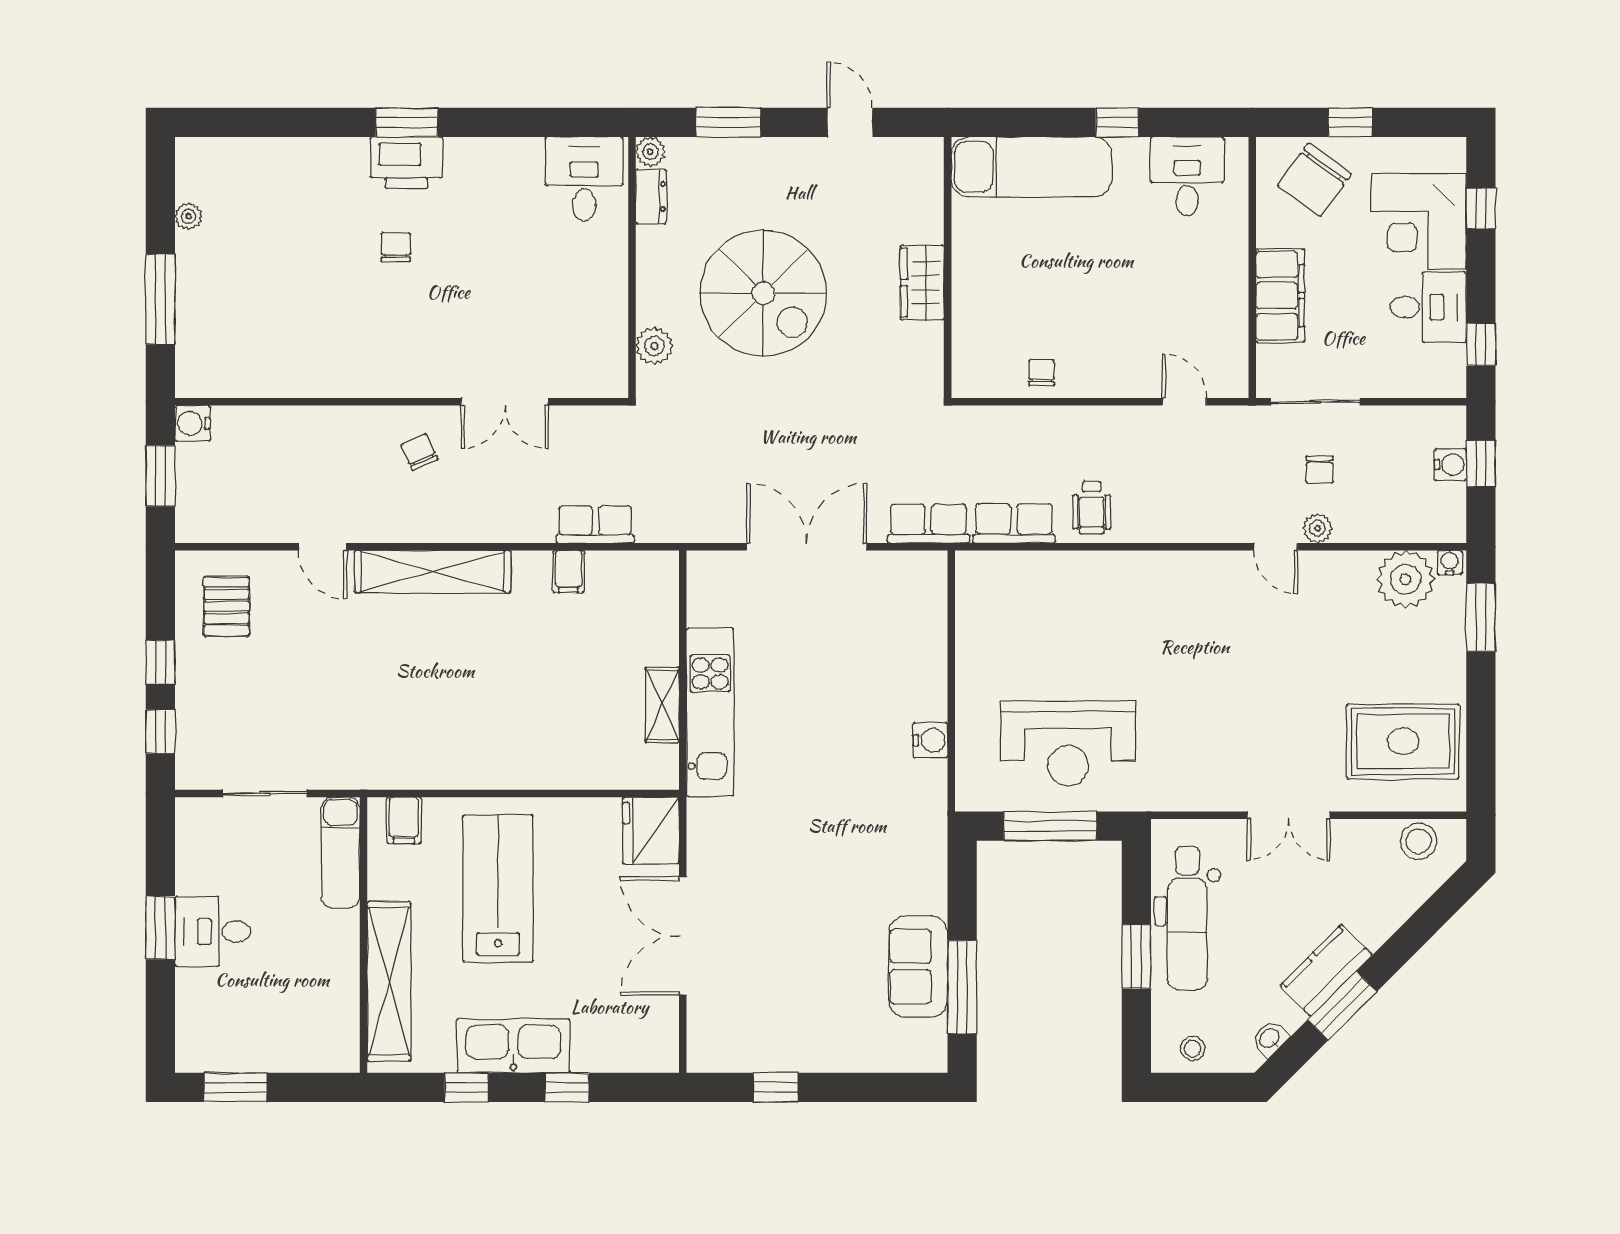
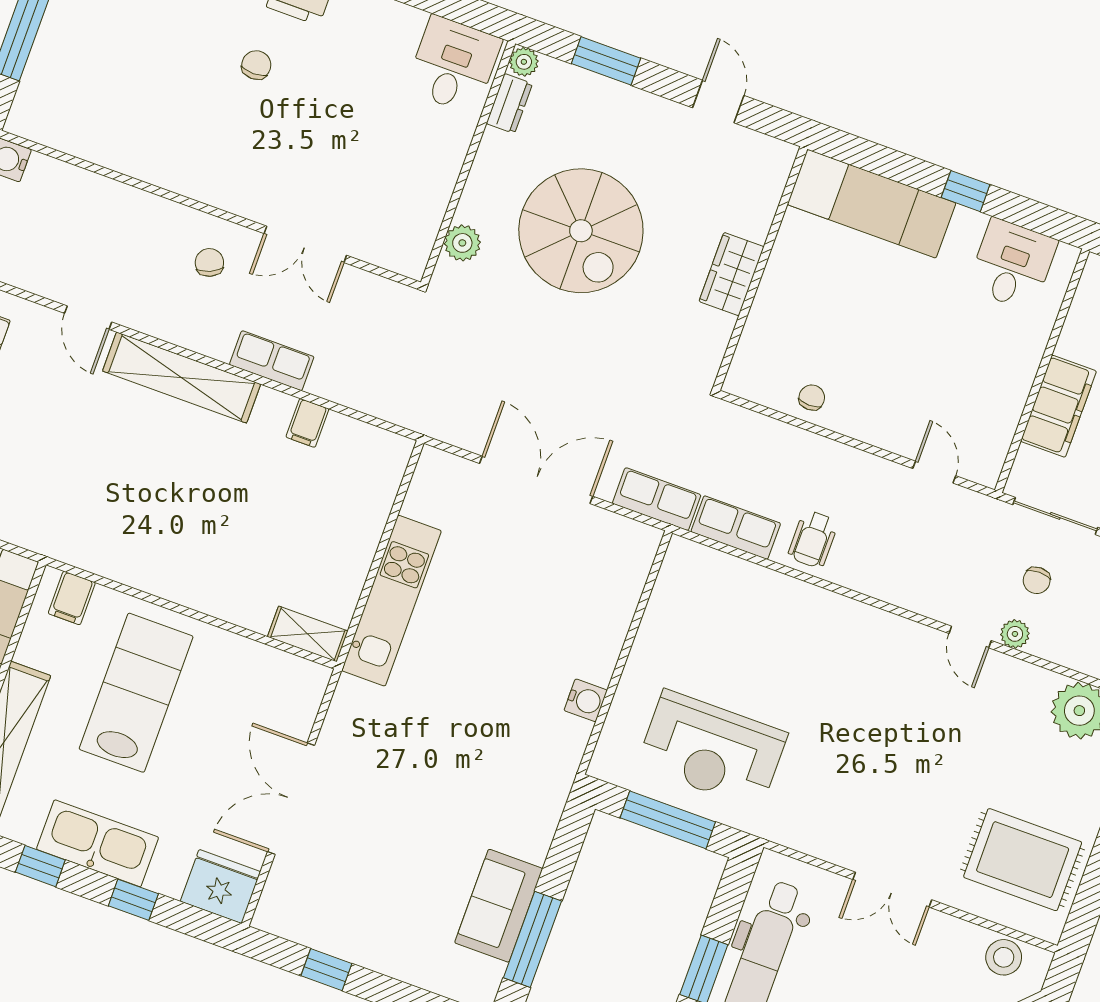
row of seats: (595, 524) -> (272, 361), moved
shelving: (662, 705) -> (308, 634), moved, turned 90
fridge: (651, 830) -> (220, 886), moved, turned 90

